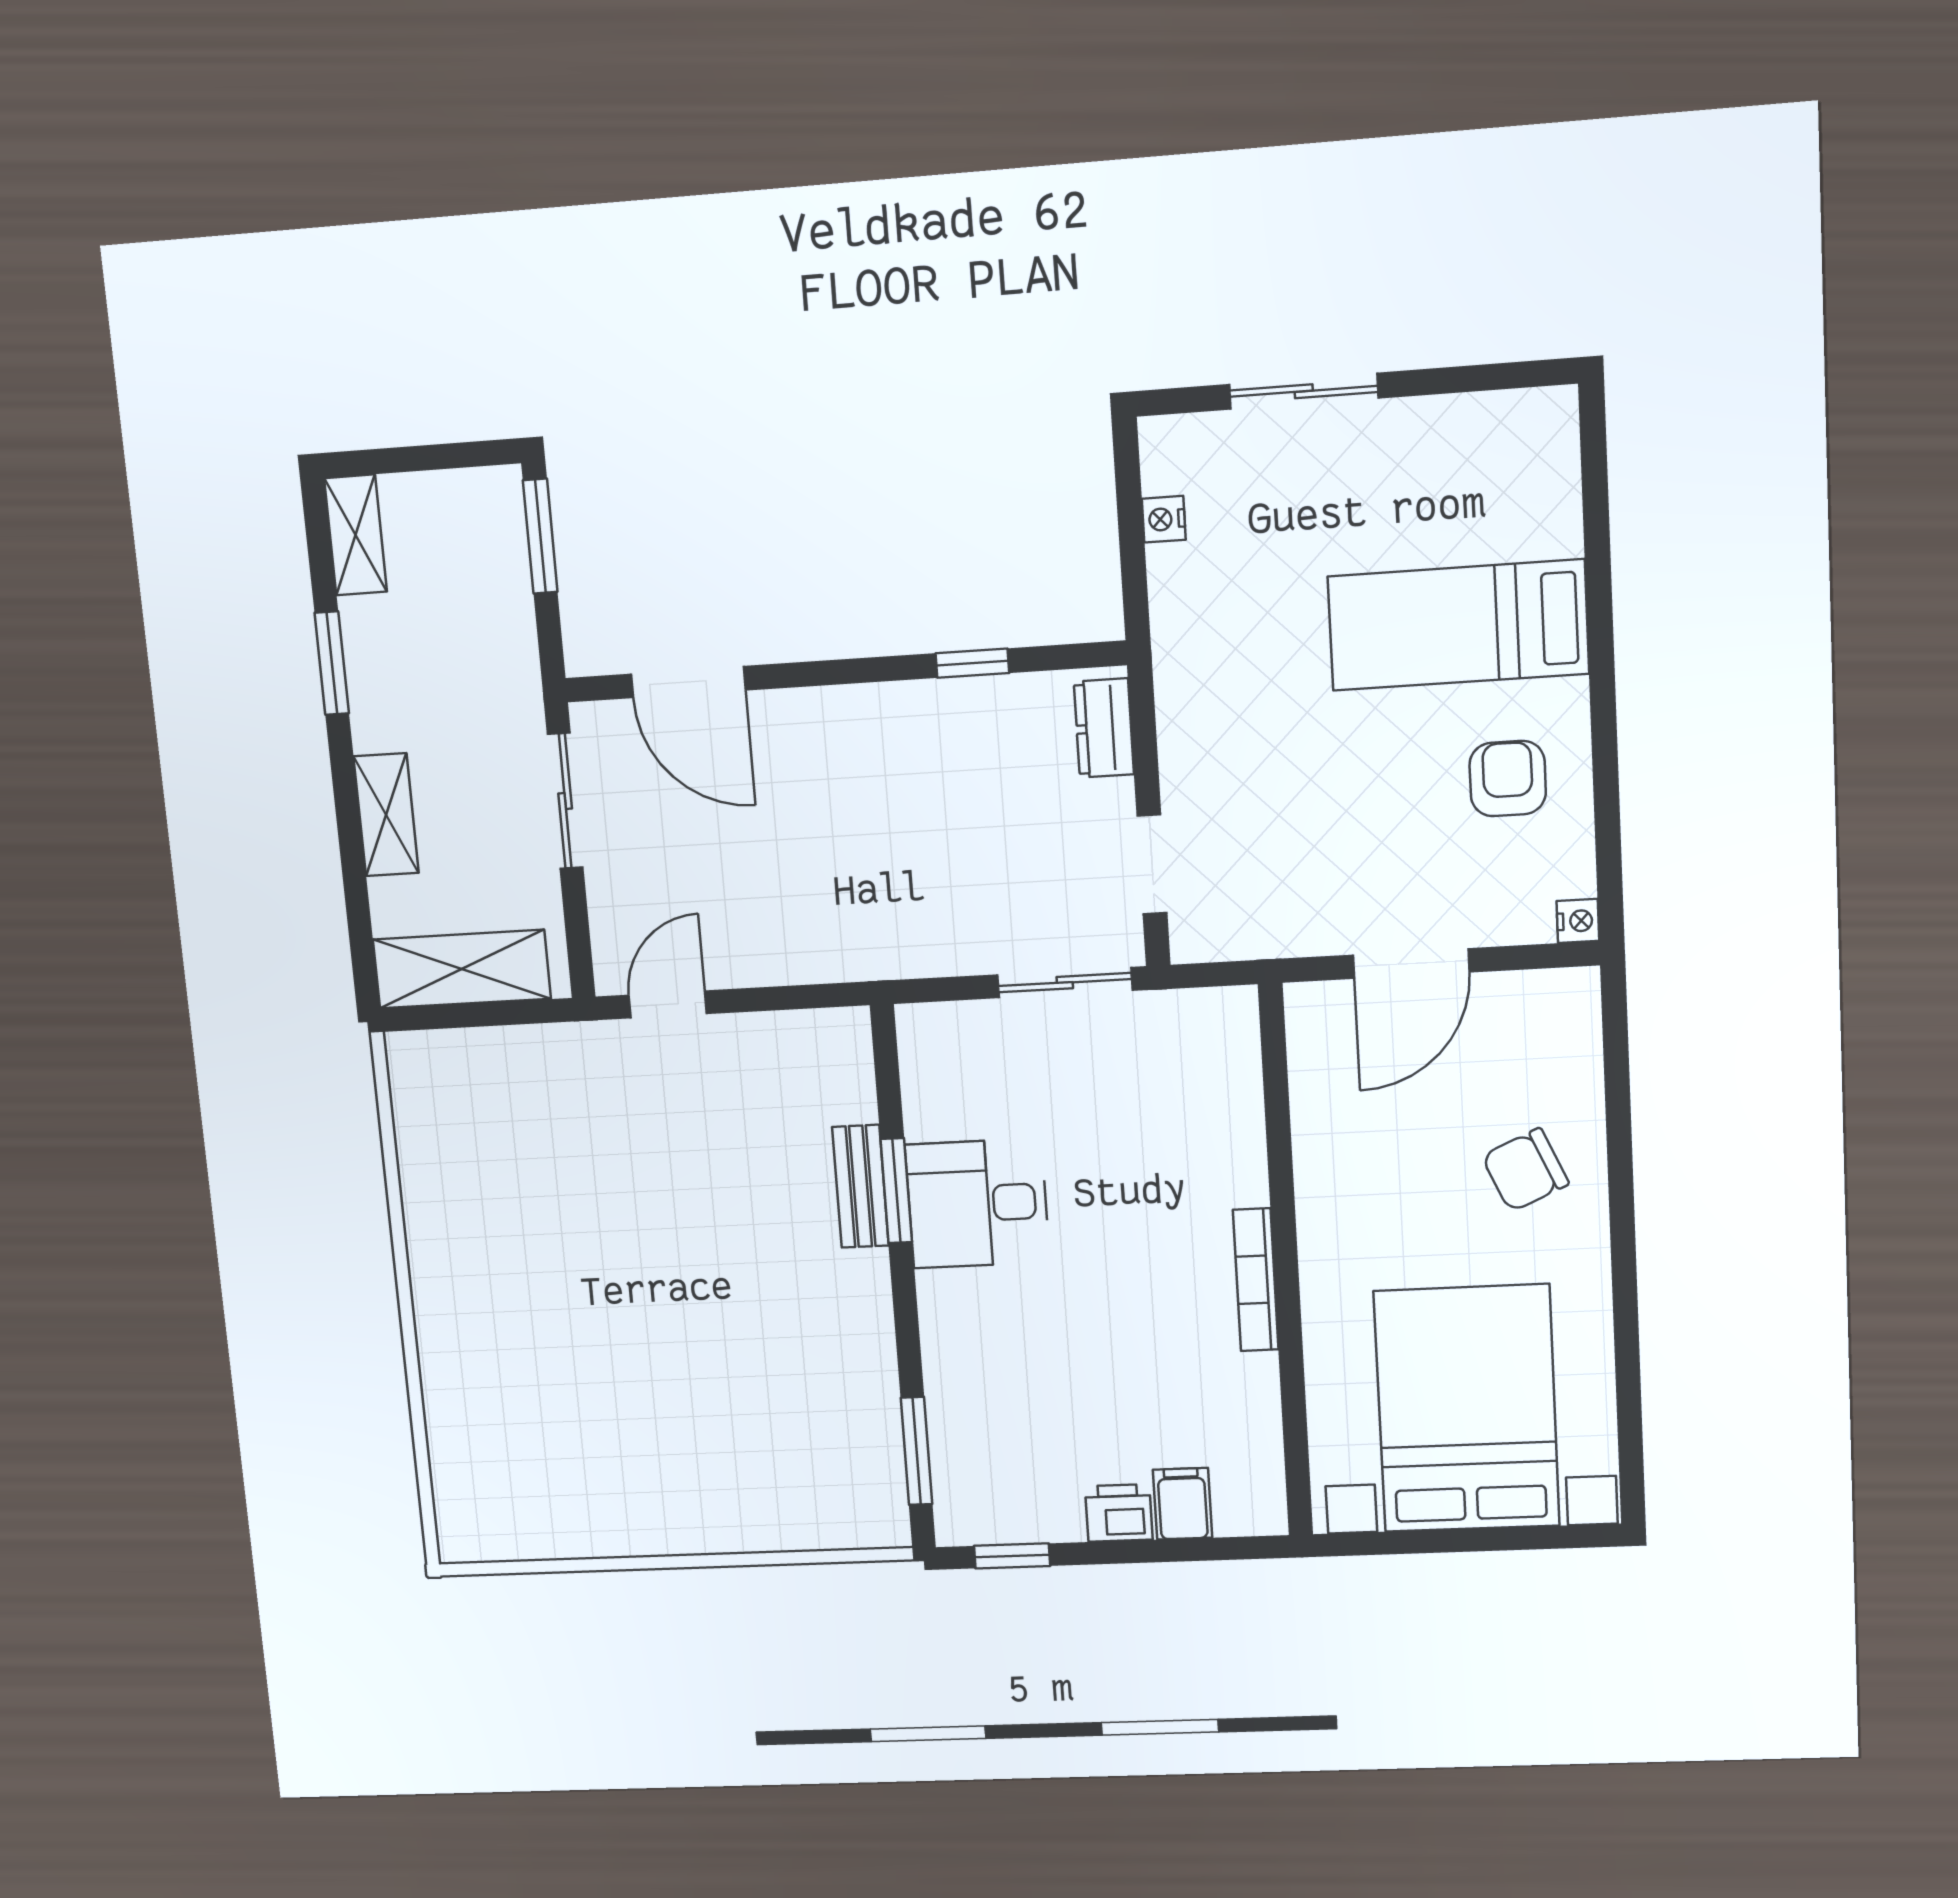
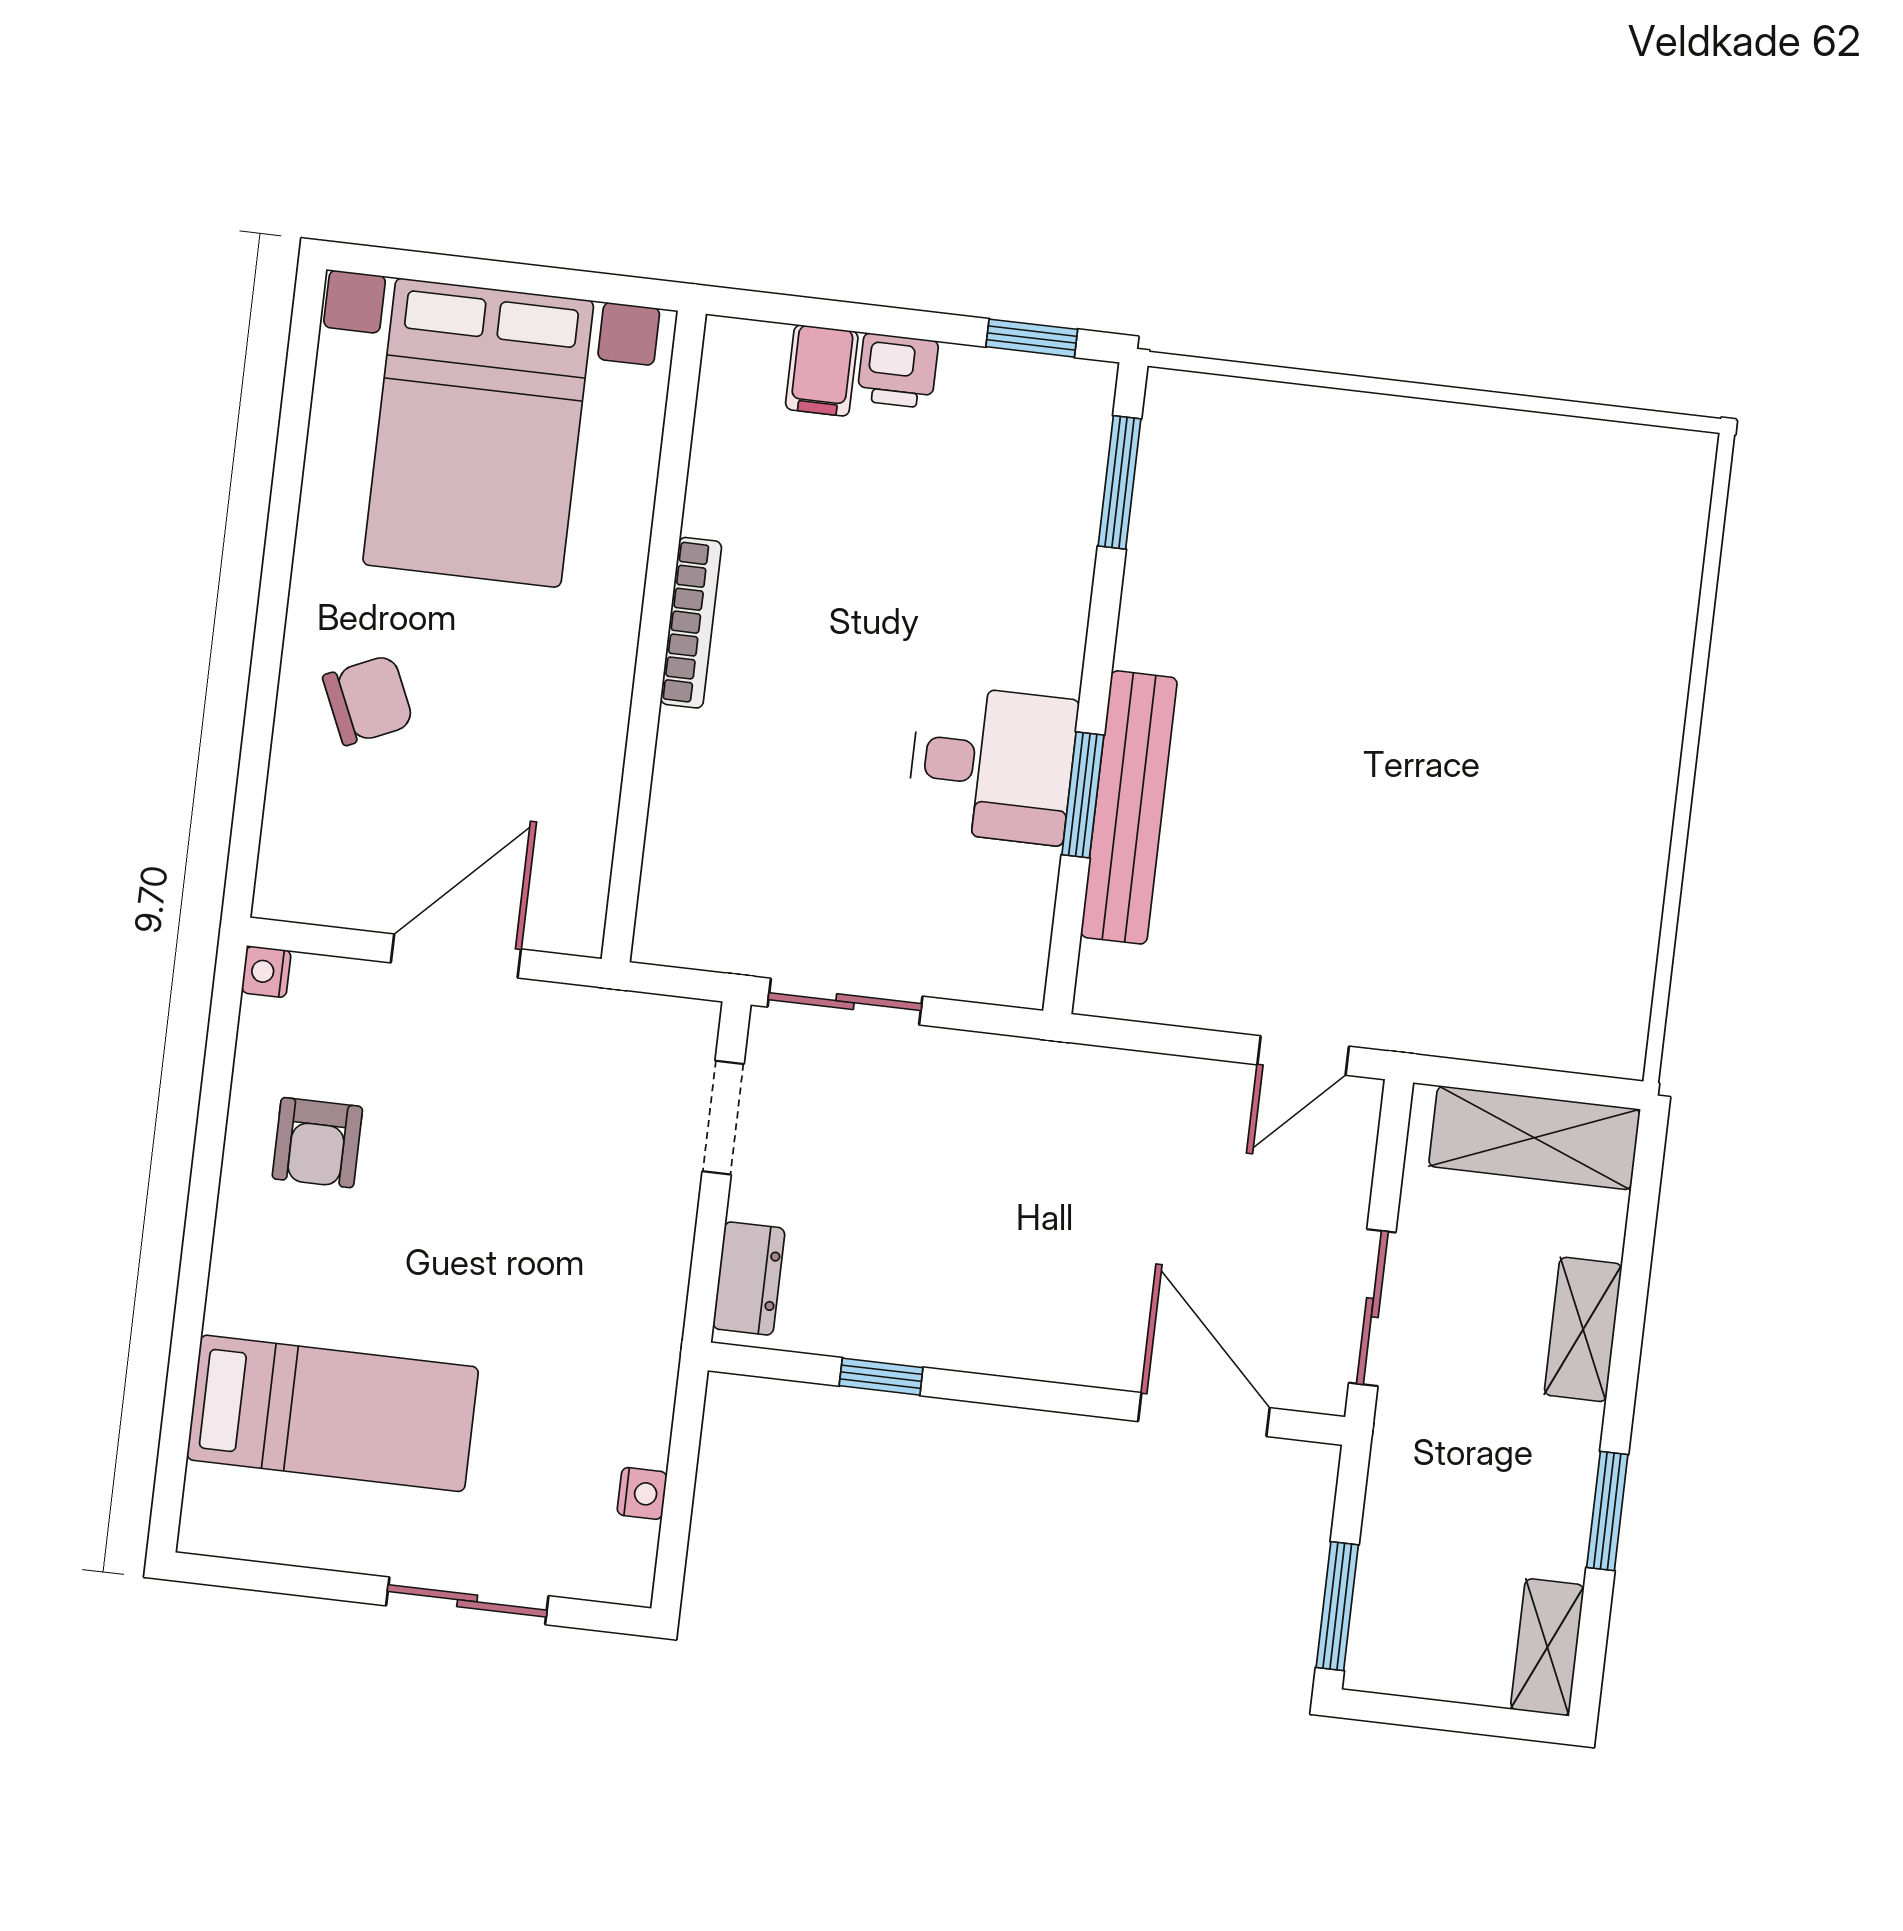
bed: (1458, 625) -> (333, 1413), moved
bench: (860, 1186) -> (1129, 807), width x1.86, depth x1.21

